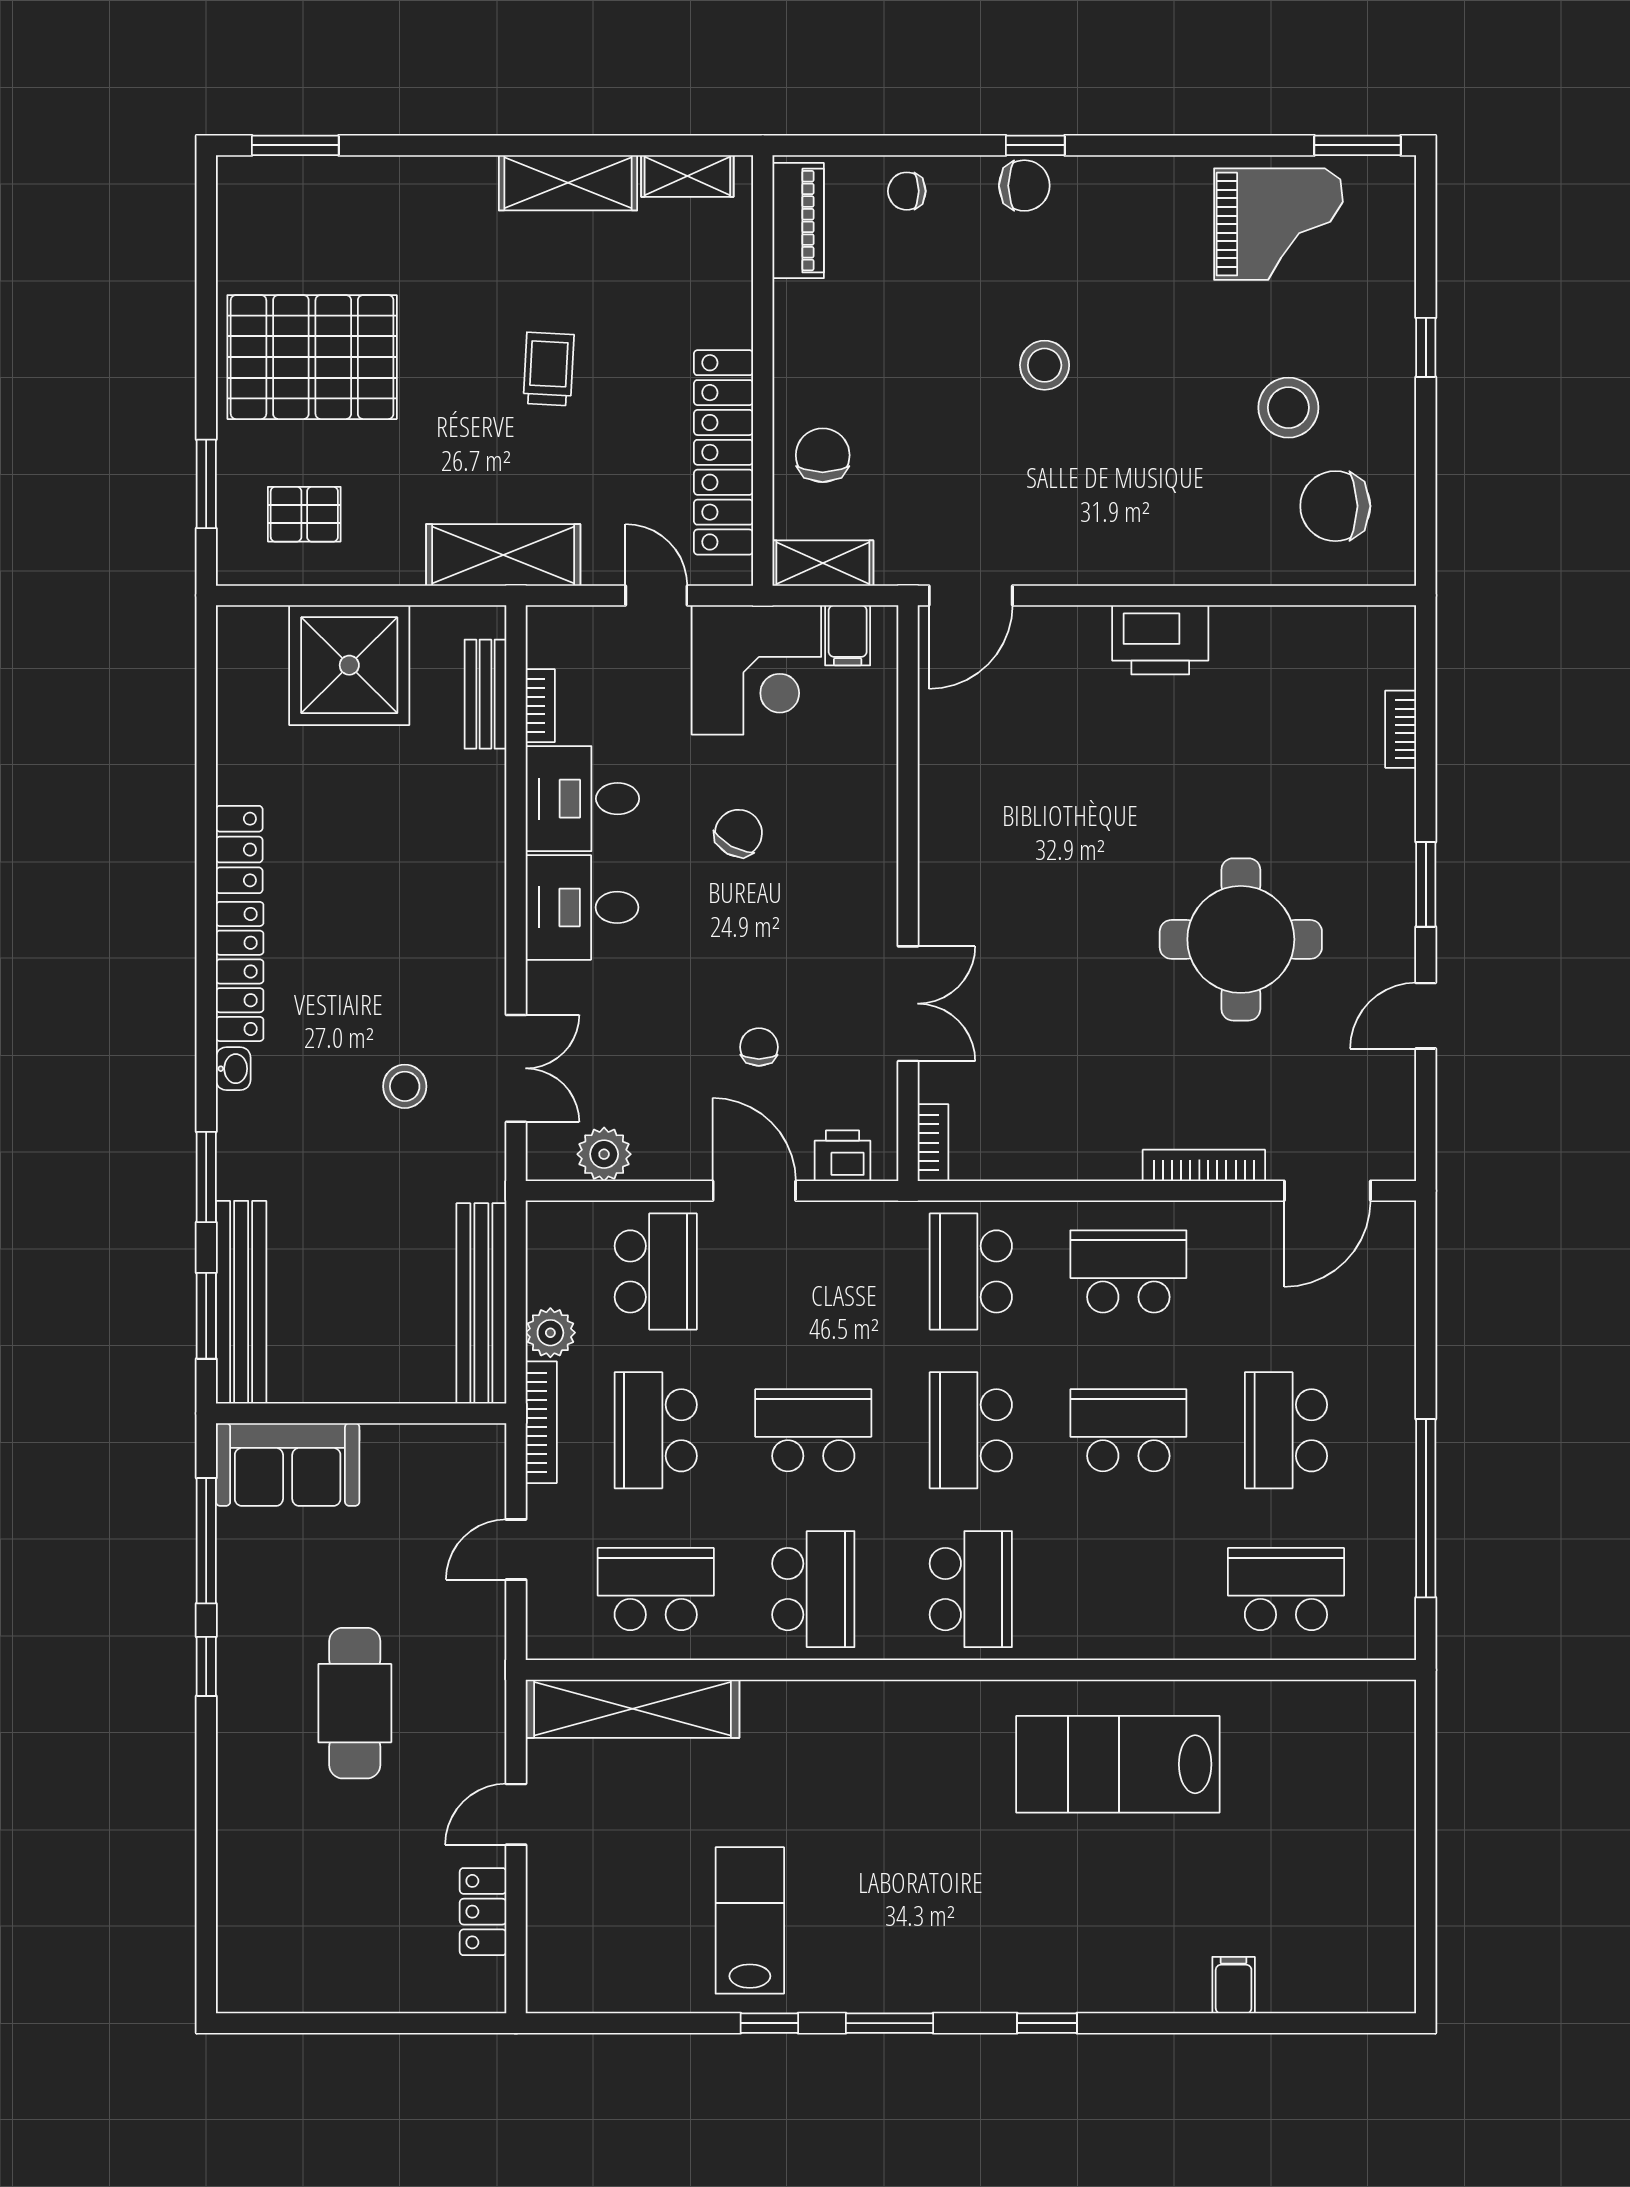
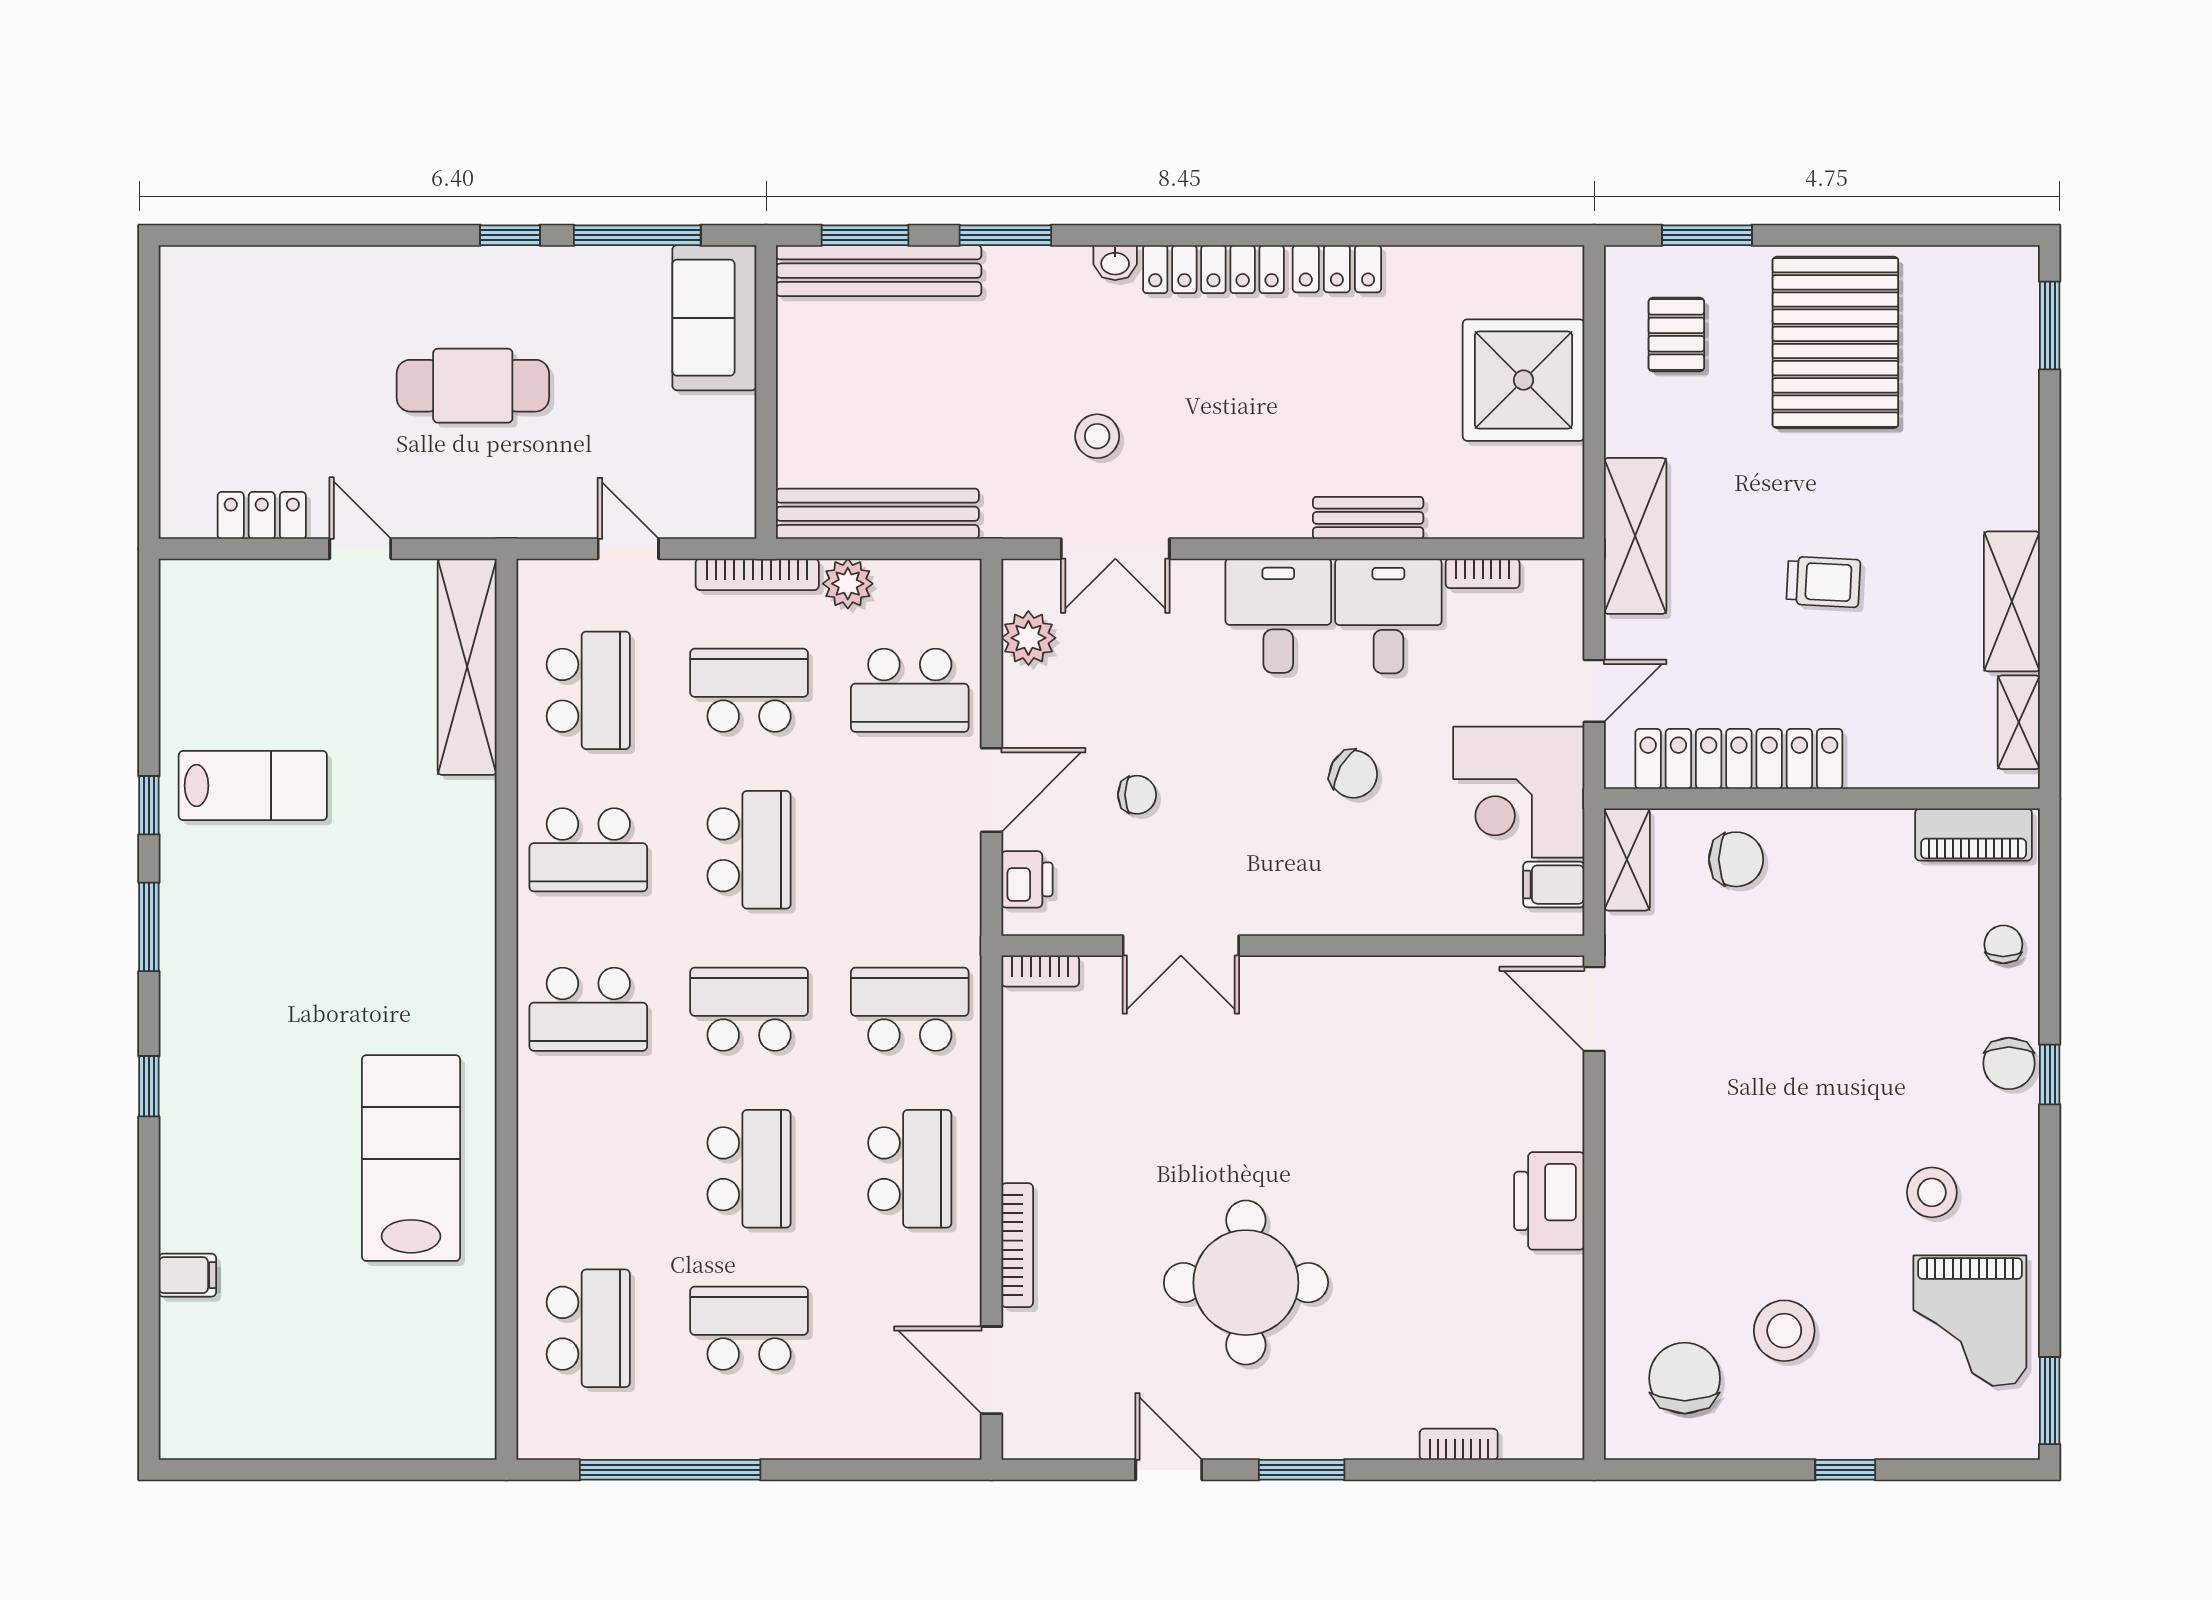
stool: (1045, 365) -> (1932, 1192), moved
bench: (485, 694) -> (1368, 518), moved

